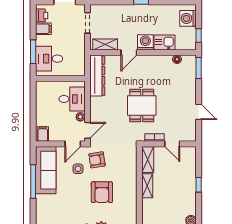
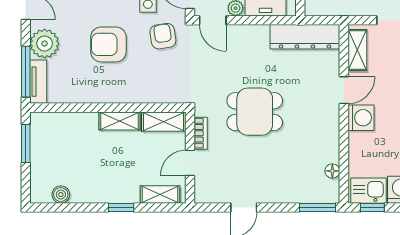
kitchen sink: (164, 42) -> (368, 191), moved, turned -90
door: (129, 52) -> (344, 90), swing flipped
shelving: (191, 162) -> (160, 194), added

